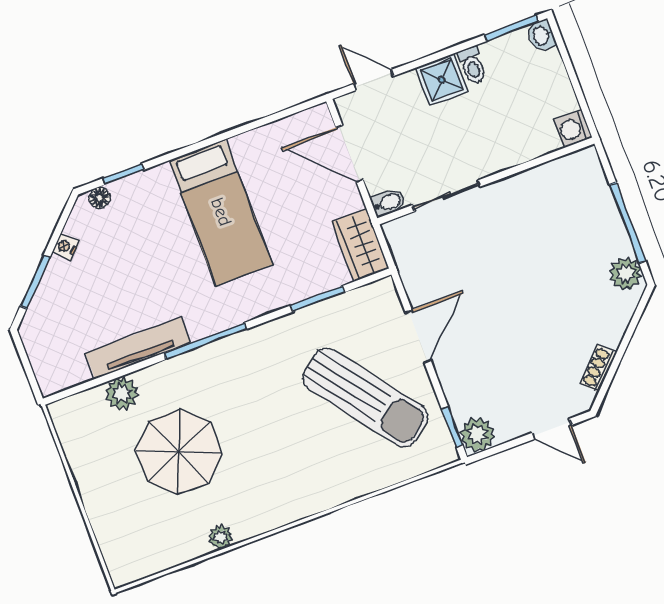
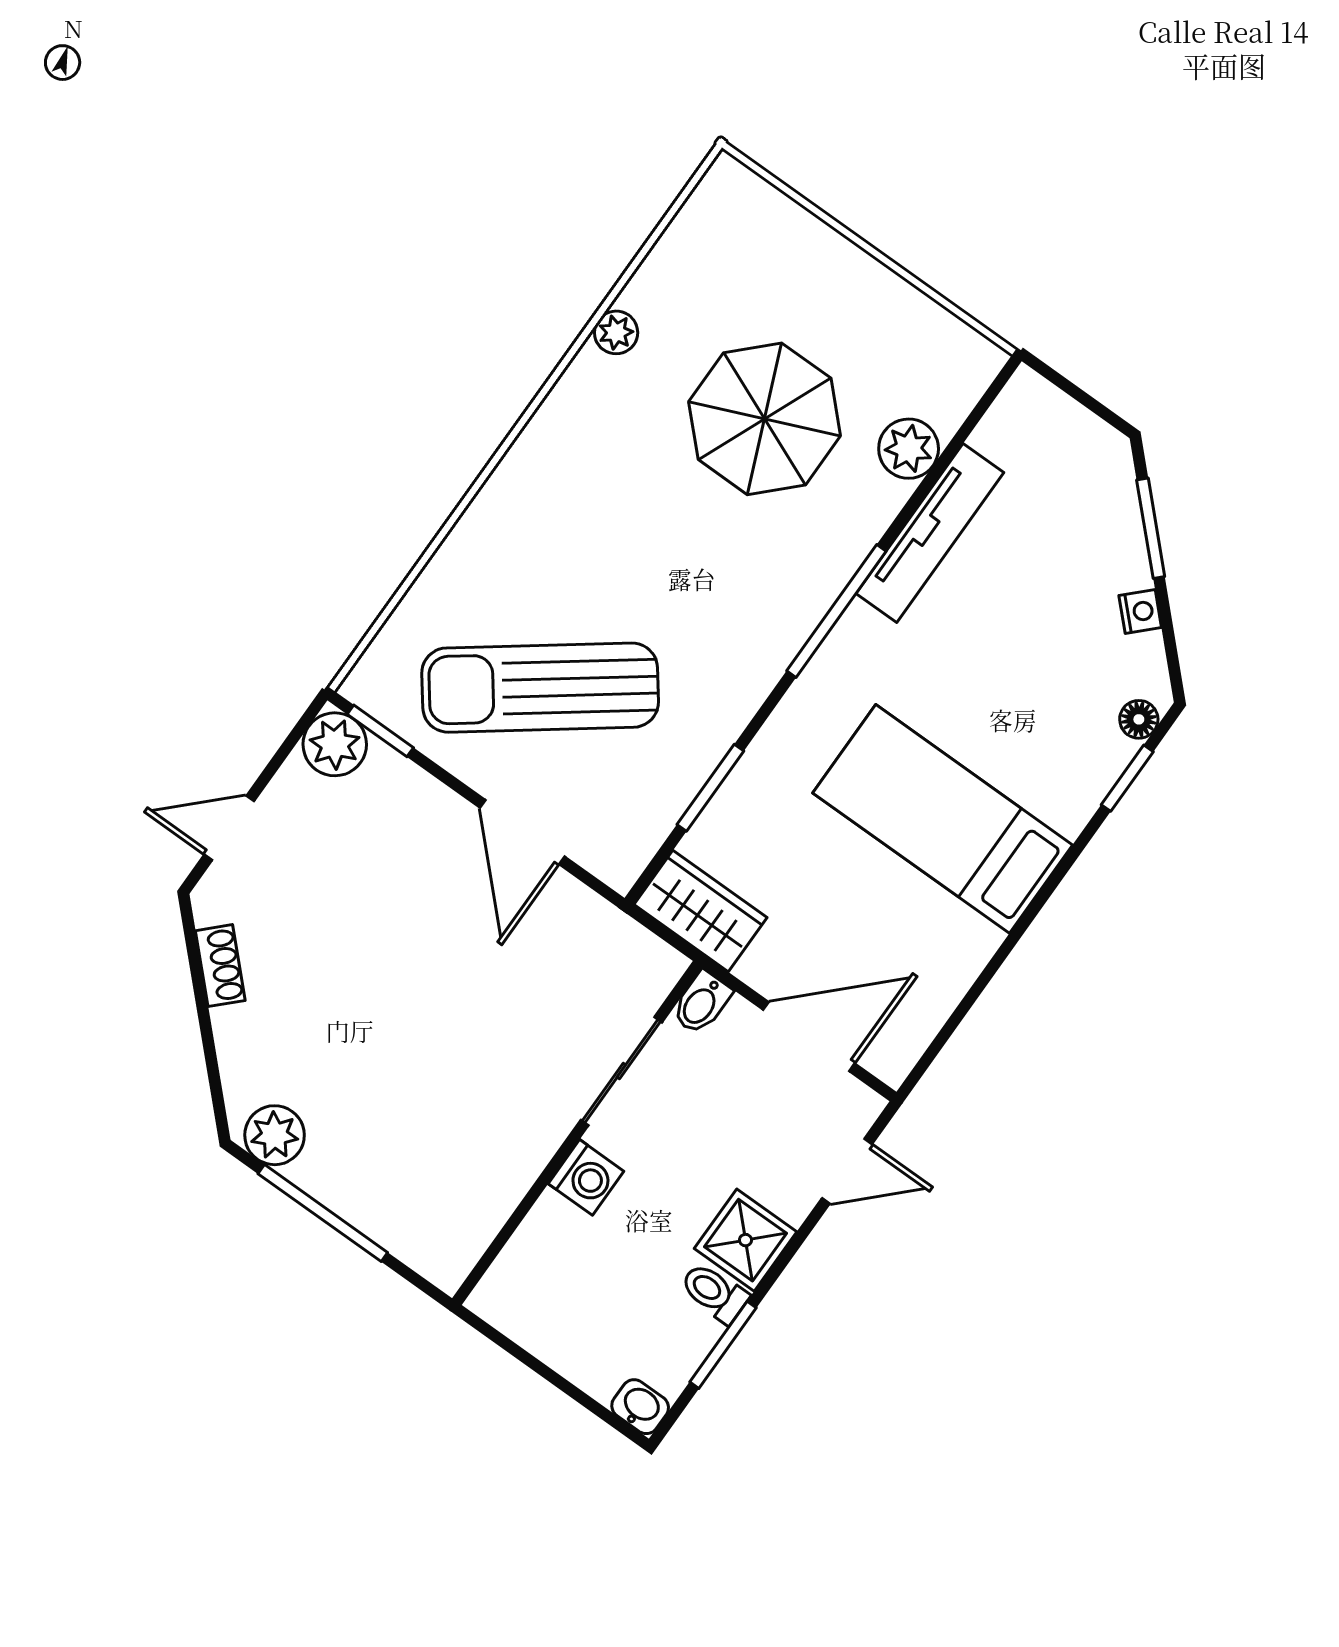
window: (511, 28) -> (723, 1345), moved
washing machine: (573, 129) -> (586, 1177), moved, turned 90

